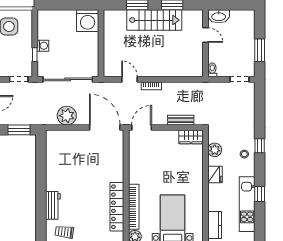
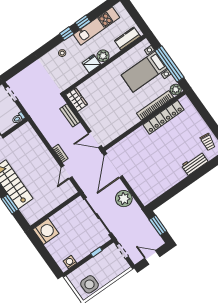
washing machine: (43, 46) -> (70, 262), moved
window: (260, 146) -> (67, 34), moved
plant: (215, 150) -> (103, 56), moved

